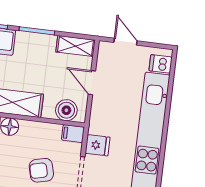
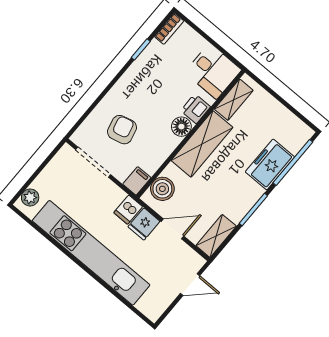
dishwasher: (161, 64) -> (128, 210), moved, turned 180
fridge: (98, 145) -> (144, 224), moved

